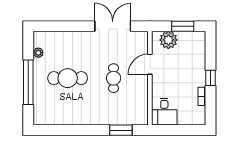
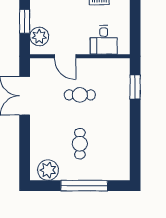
plant: (38, 53) -> (48, 170), width x1.87, depth x1.87
cafe table: (68, 78) -> (80, 144), width x0.73, depth x0.74
desk: (164, 112) -> (104, 40), moved, turned 90

